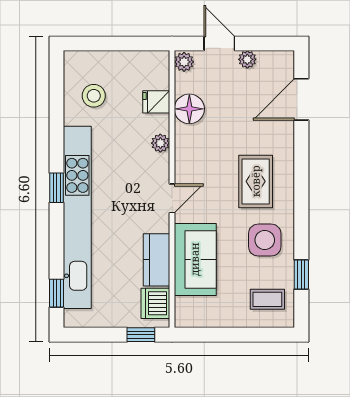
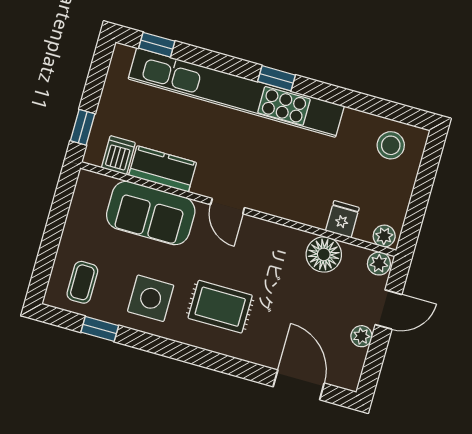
stool: (94, 96) -> (391, 145), moved
plant: (160, 143) -> (384, 236), moved
dishwasher: (155, 303) -> (118, 155), width x0.73

